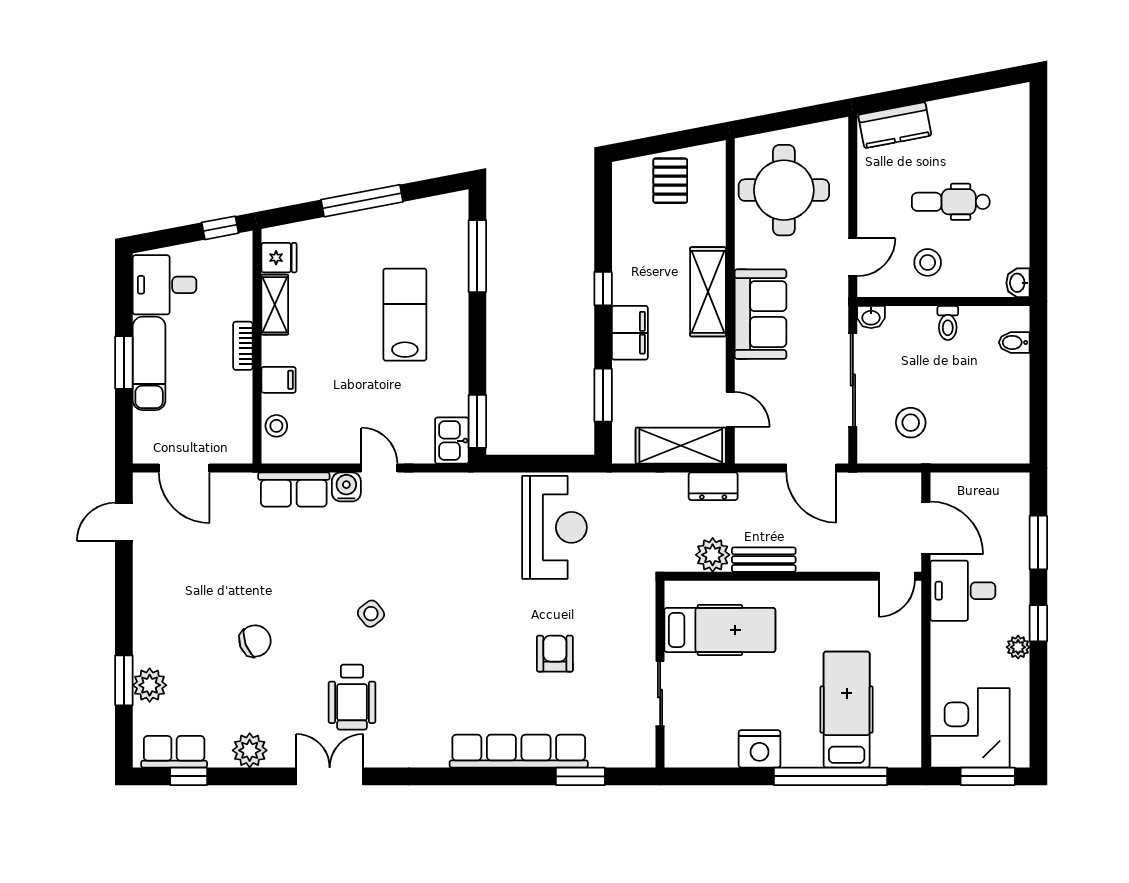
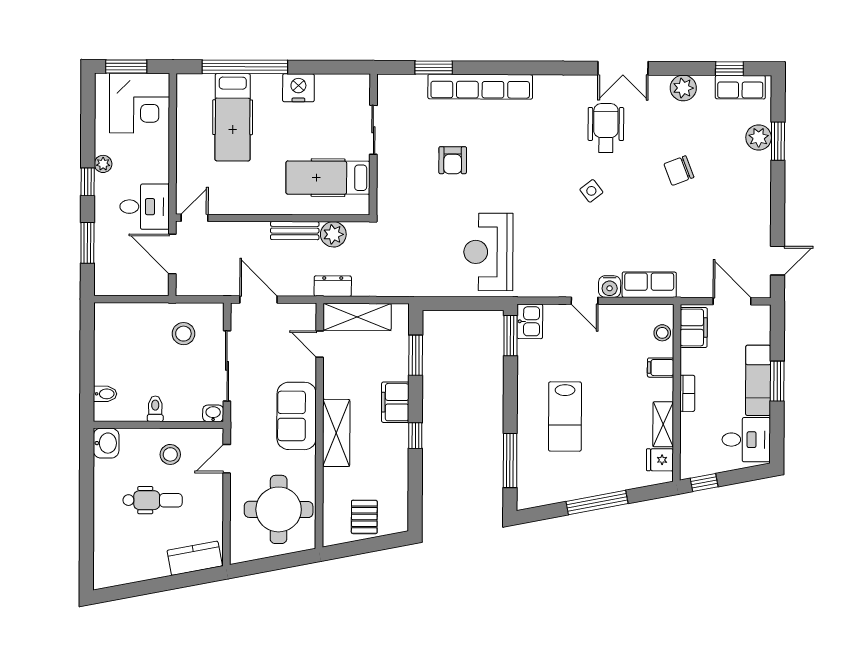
washbasin: (1018, 283) -> (106, 443), width x1.38, depth x1.45
filing cabinet: (235, 433) -> (694, 328), added
reception desk: (555, 527) -> (488, 252), moved

